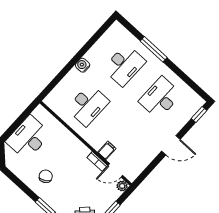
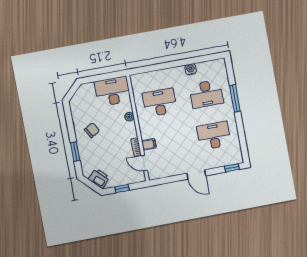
water cooler: (83, 65) -> (191, 69), moved
desk: (88, 105) -> (160, 102), turned 180
desk: (28, 138) -> (113, 91), moved
plant: (122, 186) -> (129, 117), moved

